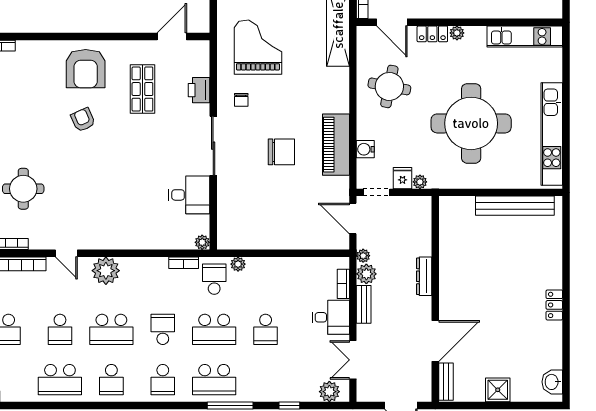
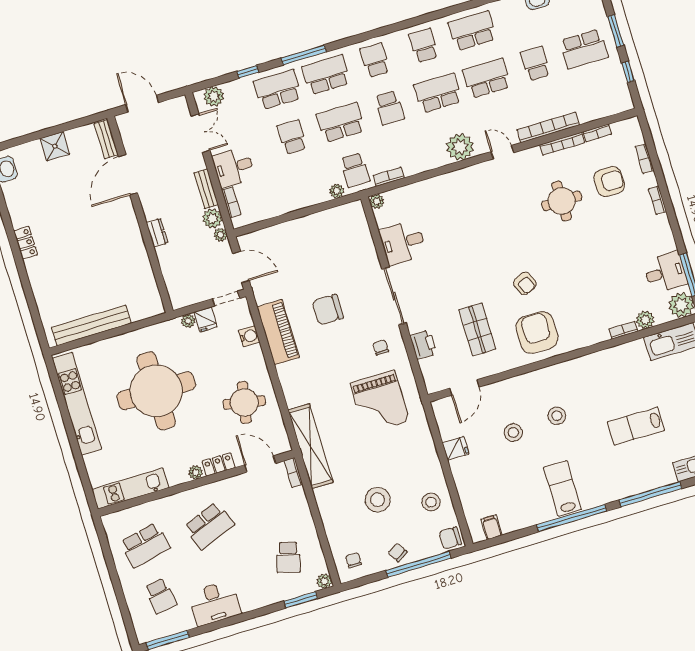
dresser: (424, 276) -> (157, 233), width x0.70
school desk: (60, 329) -> (487, 78), width x1.85
school desk: (266, 380) -> (278, 90), added

